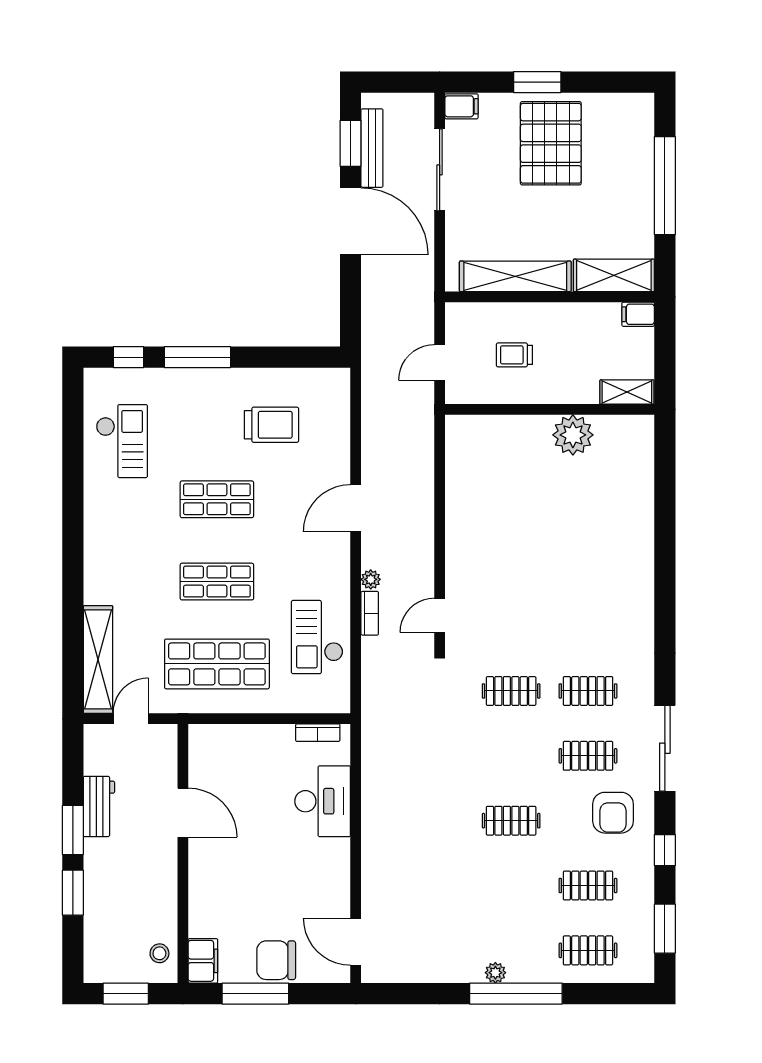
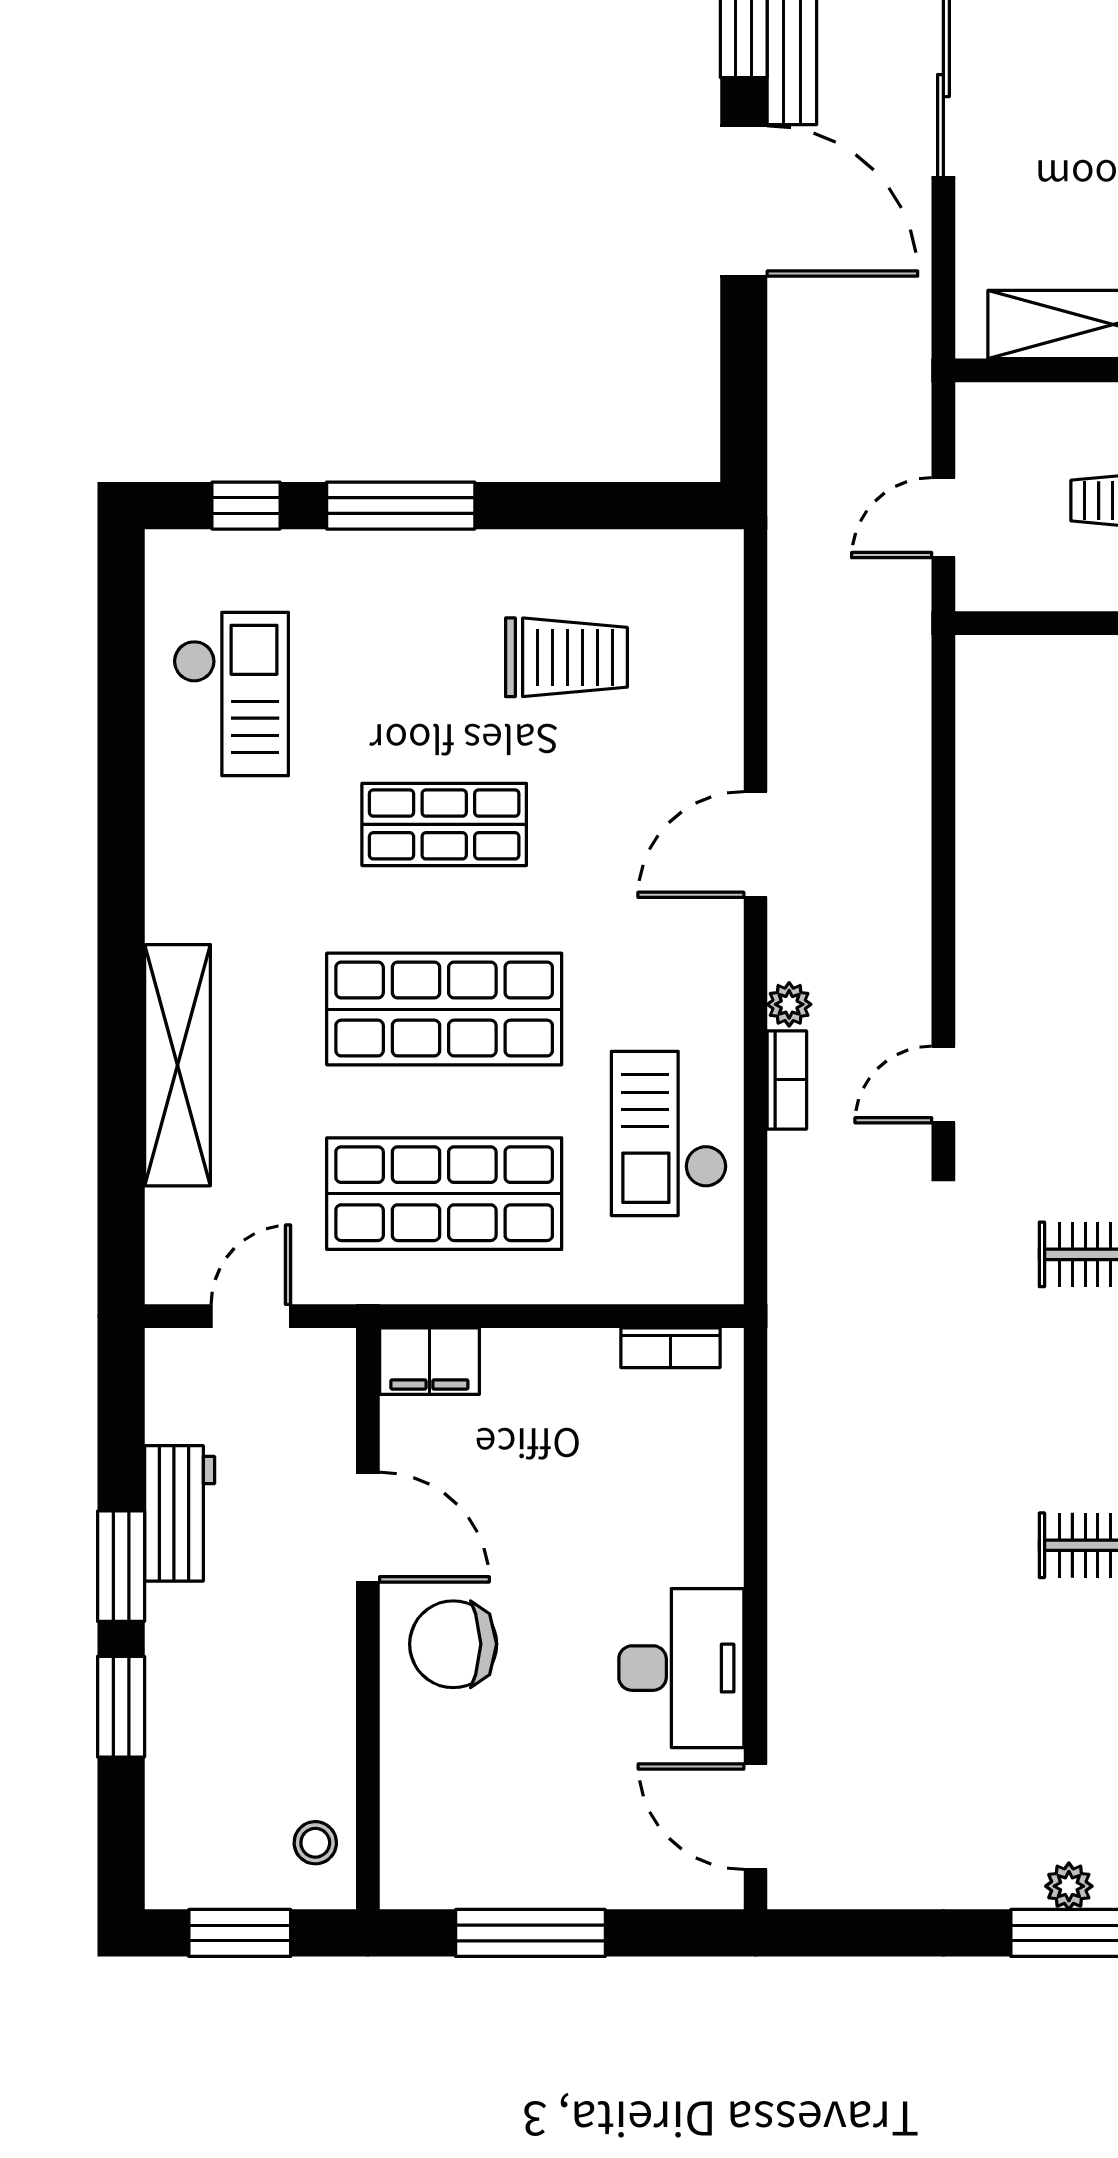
shop shelf: (217, 582) -> (444, 1009), width x1.43, depth x1.36
shelving: (98, 659) -> (177, 1065), moved
desk: (323, 801) -> (681, 1668), moved
chair: (276, 960) -> (453, 1644), moved
filing cabinet: (203, 961) -> (429, 1361), moved, turned 90

